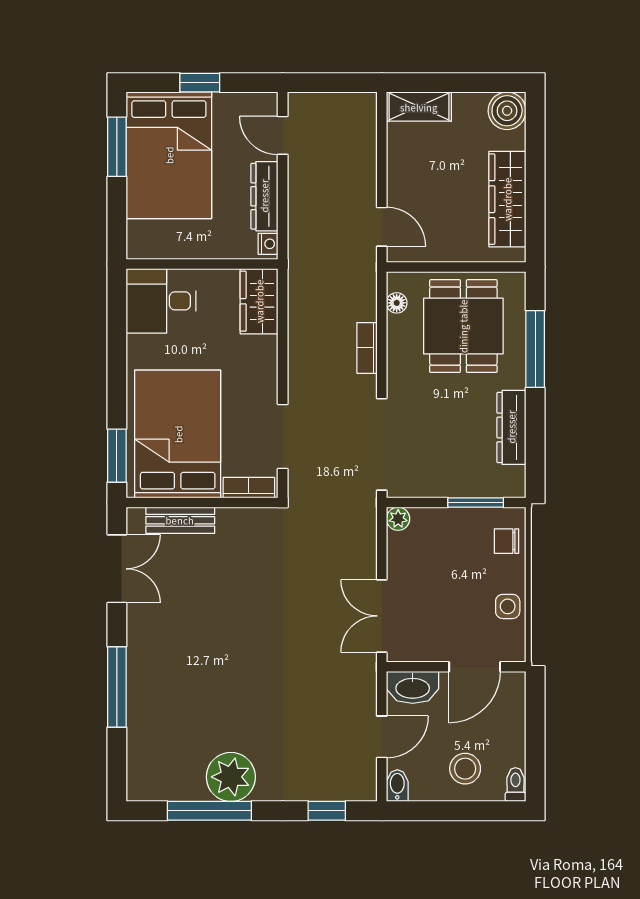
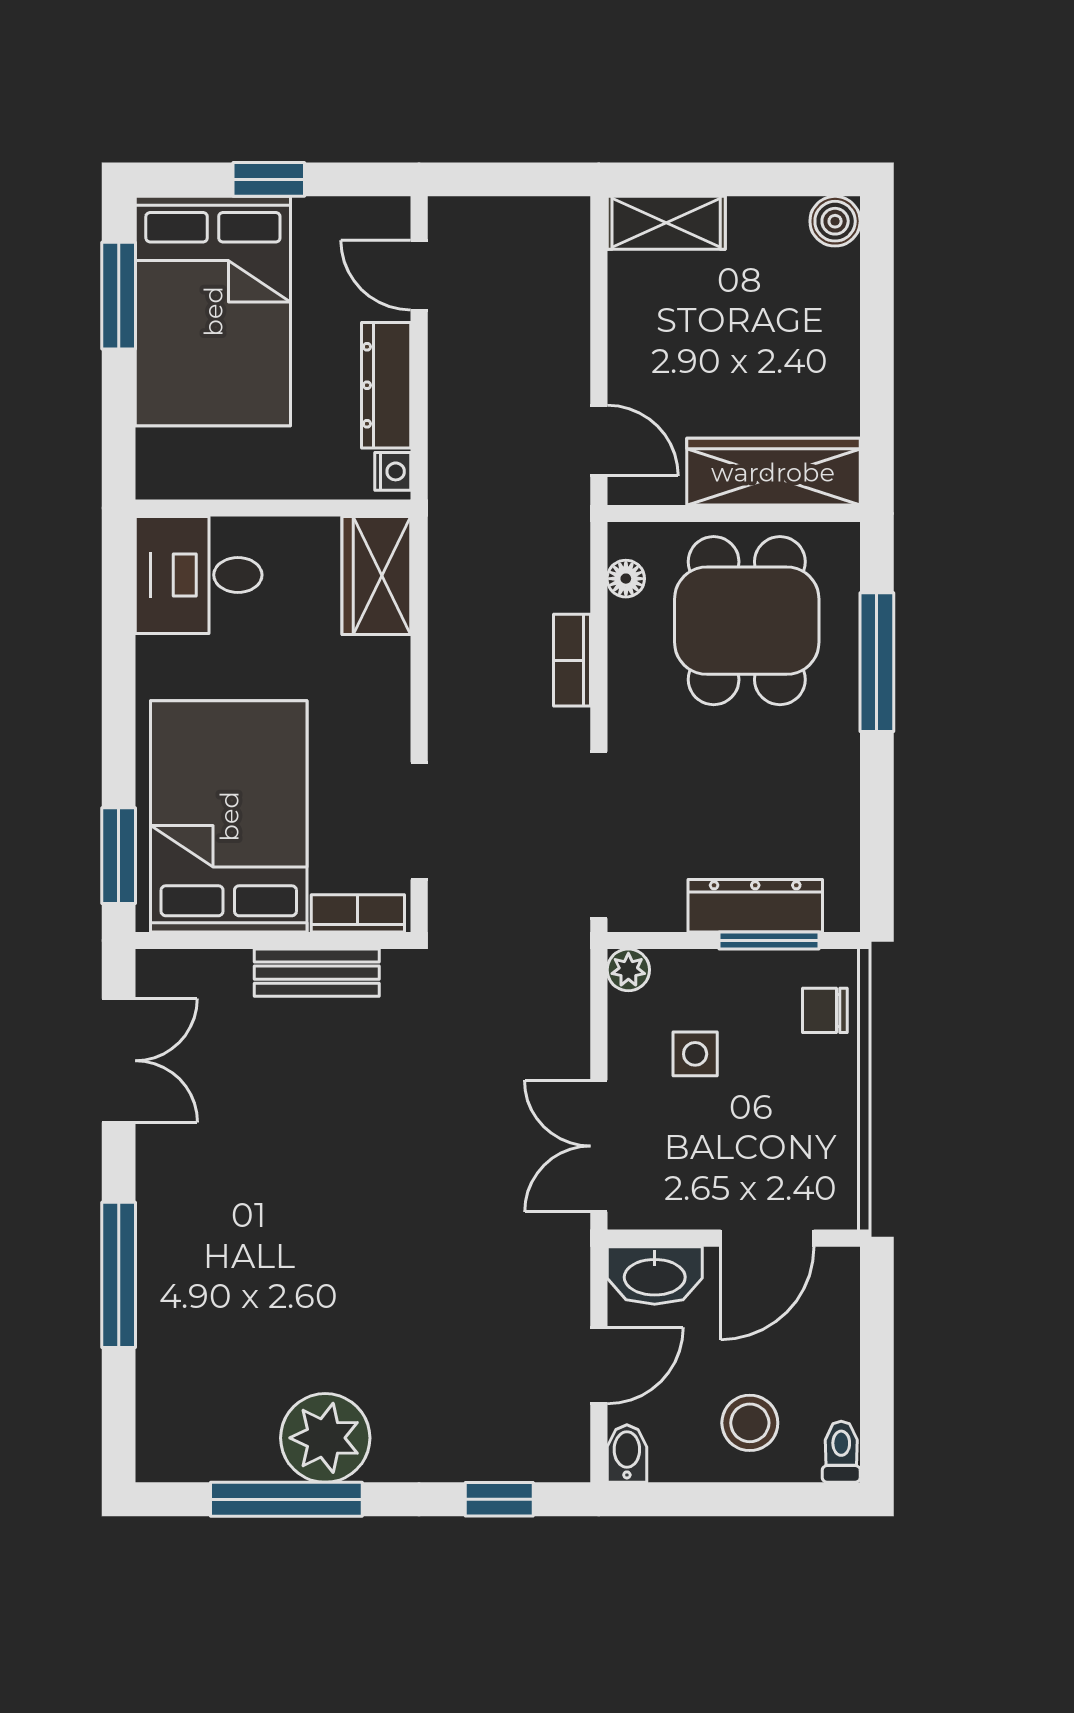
boiler: (507, 111) -> (835, 221), width x0.73, depth x0.73
wardrobe: (507, 199) -> (773, 472), moved, turned 90
dresser: (511, 427) -> (755, 906), moved, turned 90
bench: (180, 520) -> (317, 973), moved
side table: (508, 606) -> (695, 1054), moved

